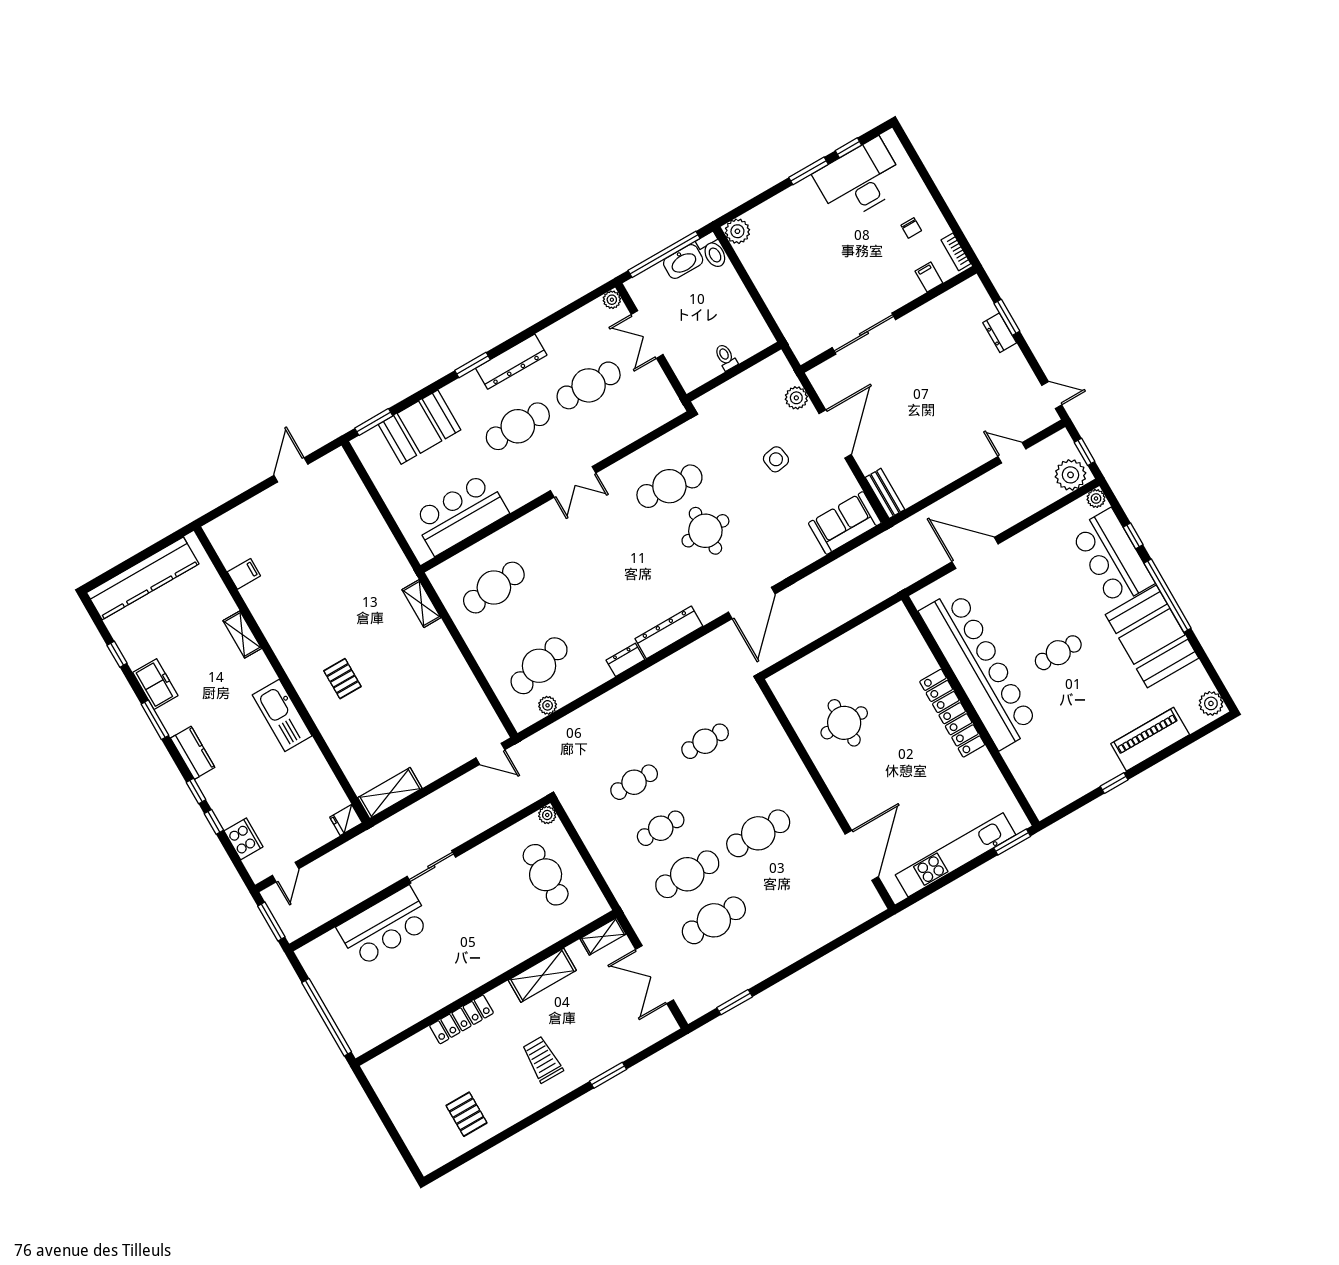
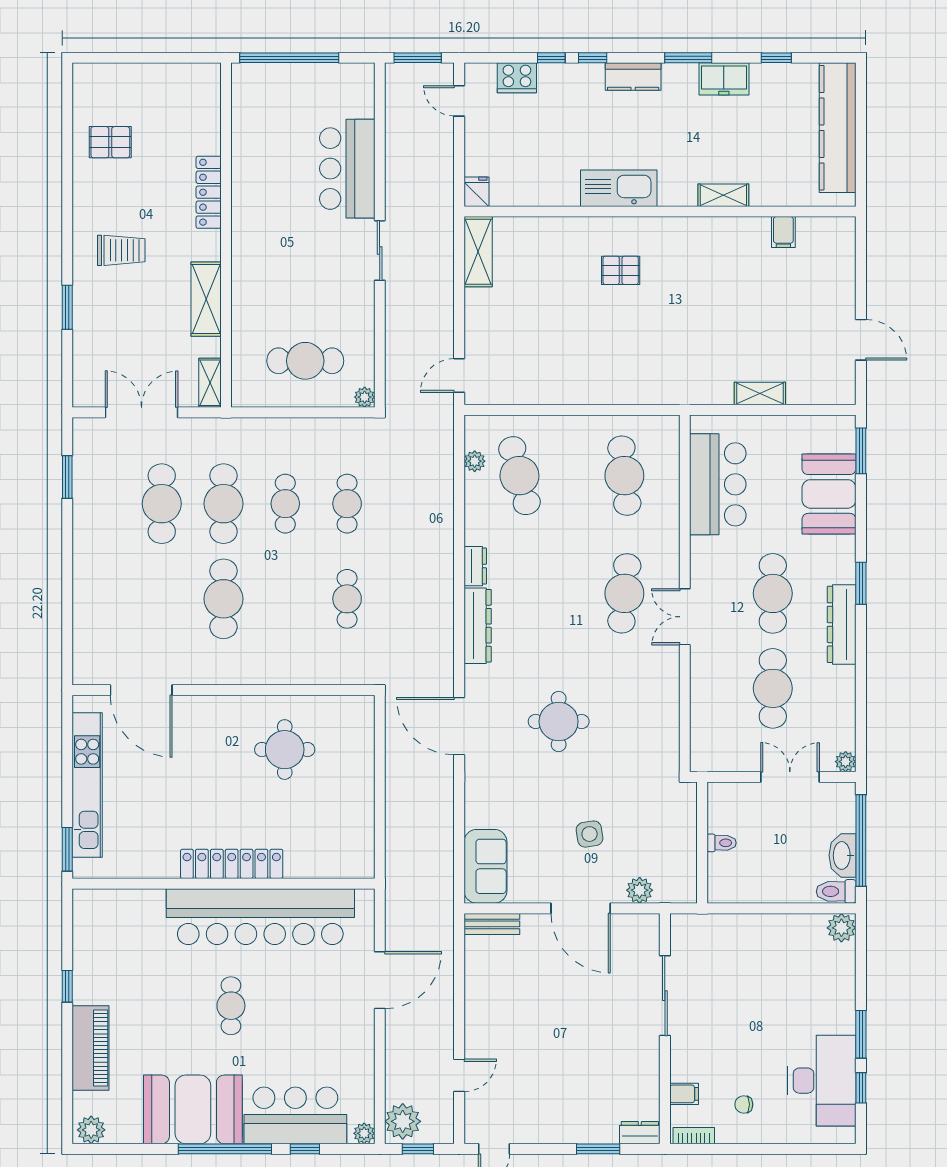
dresser: (1000, 333) -> (640, 1133), moved
cafe table: (669, 486) -> (624, 593), moved
shelving: (421, 604) -> (760, 393), moved

